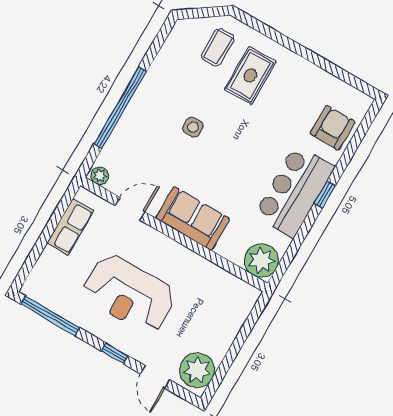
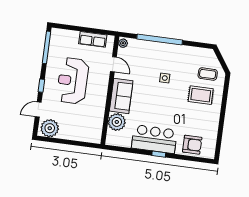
plant: (261, 260) -> (117, 122), moved

